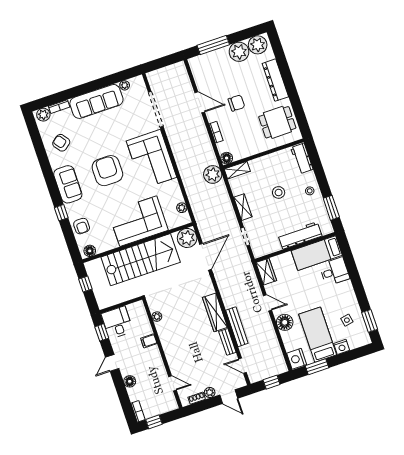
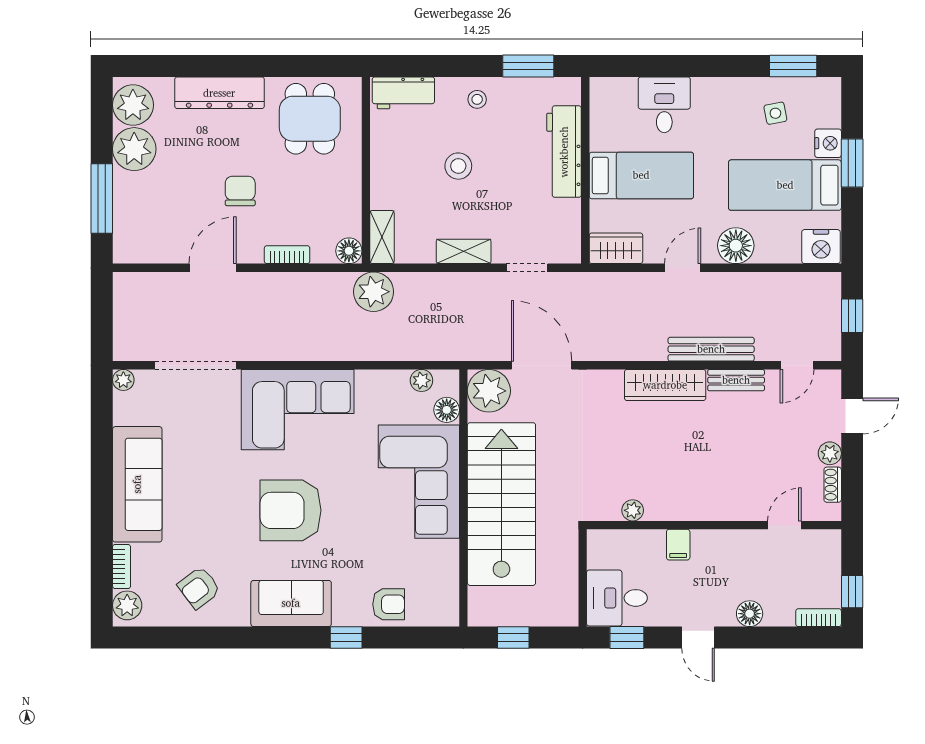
plant: (125, 85) -> (123, 380), moved
floor lamp: (90, 251) -> (447, 410), moved
bed: (317, 253) -> (641, 175), moved, turned -90
window: (317, 367) -> (852, 163), moved

